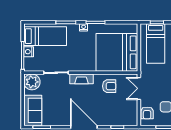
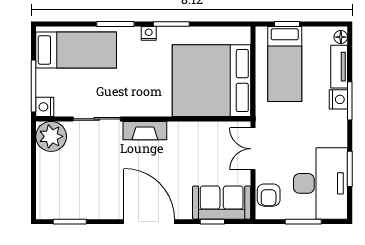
nightstand: (29, 52) -> (45, 107), moved
armchair: (109, 86) -> (197, 144), removed
sofa: (33, 110) -> (222, 203), moved, turned -90

